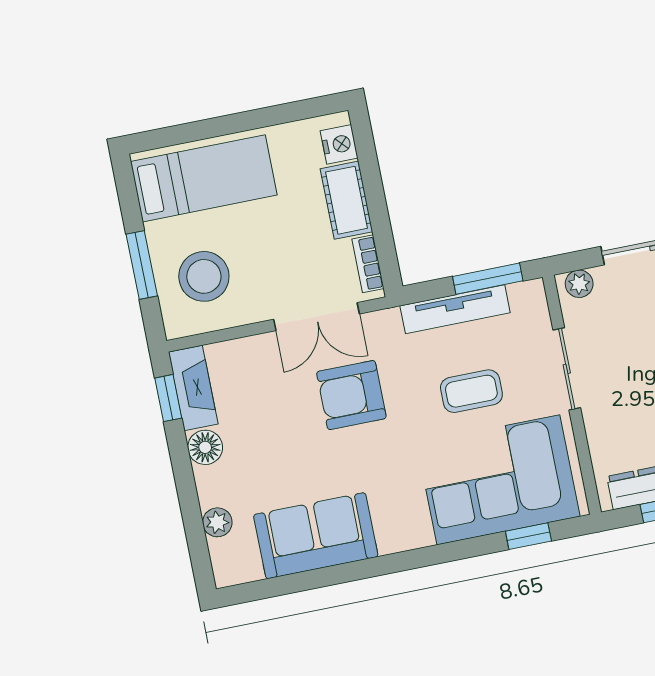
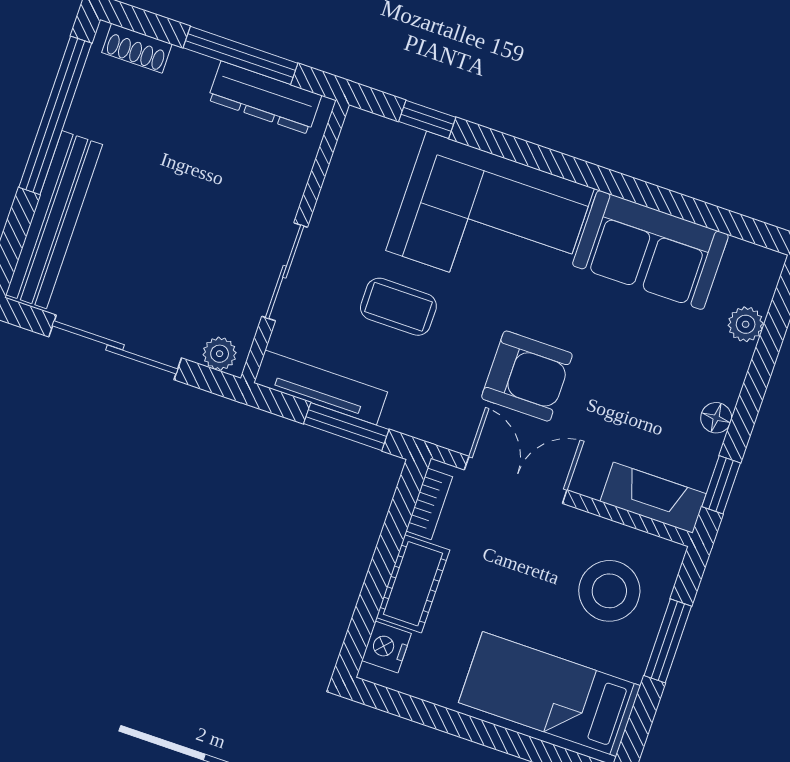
window: (488, 279) -> (346, 427), moved
tv unit: (455, 309) -> (321, 387), moved
fireplace: (193, 388) -> (653, 498), moved, turned 90
floor lamp: (205, 447) -> (716, 418), width x0.73, depth x0.73
corner sofa: (498, 480) -> (490, 219), moved

